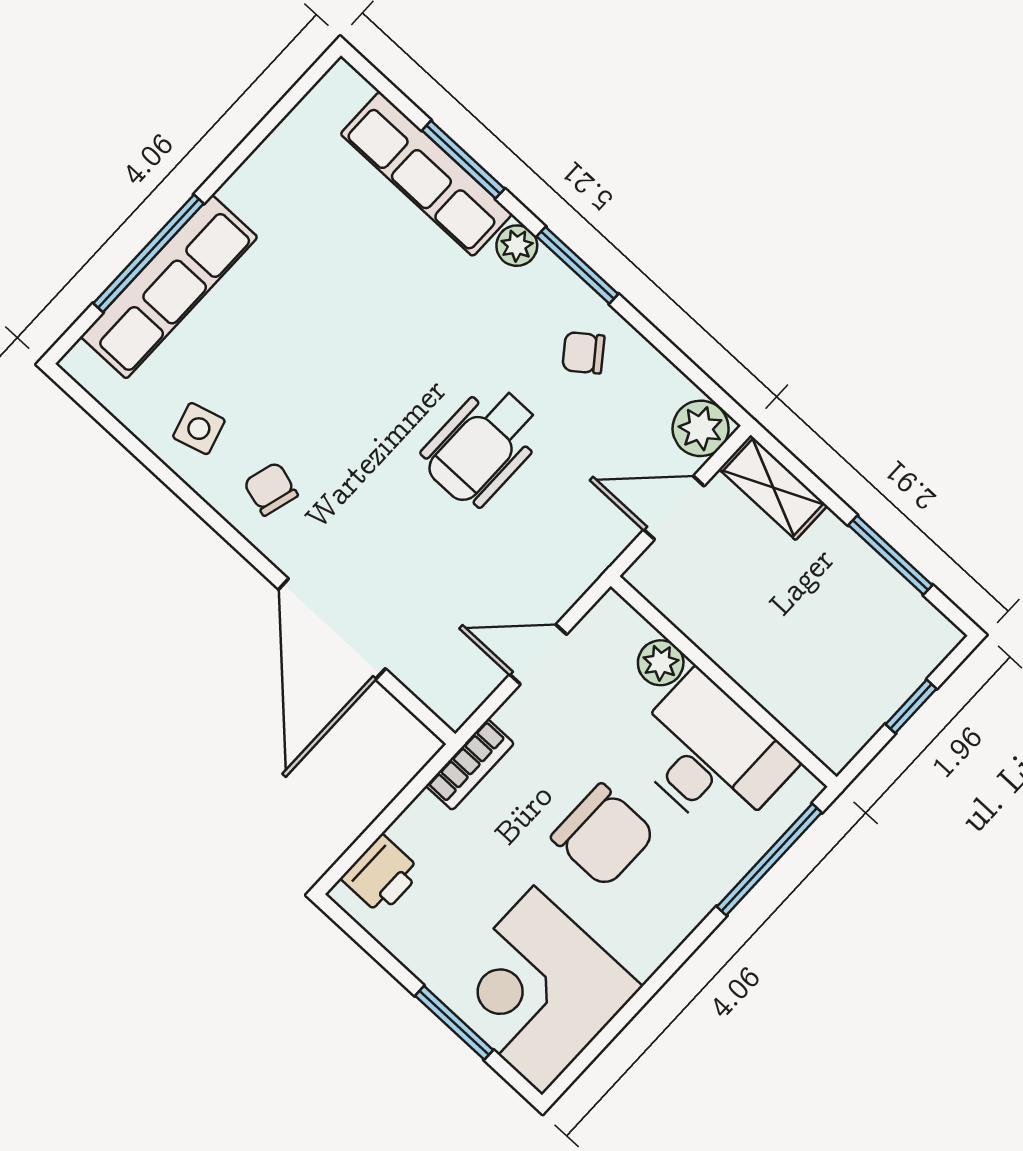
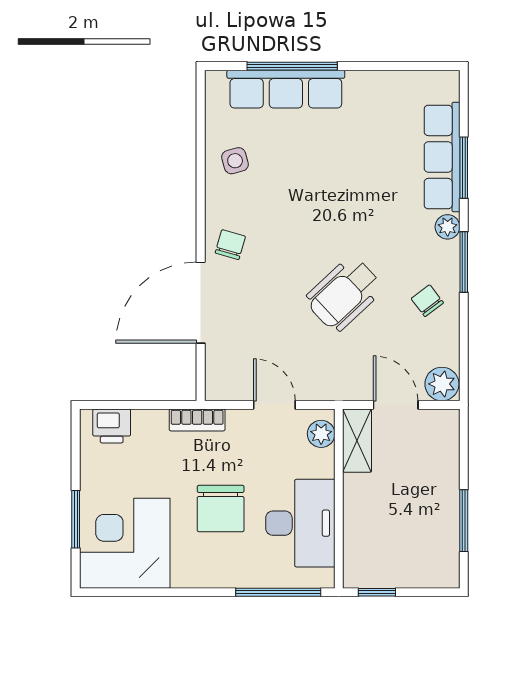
wheelchair: (482, 446) -> (344, 294), turned -43
shelving: (773, 487) -> (357, 441), moved
chair: (271, 489) -> (230, 245), moved
plant: (661, 663) -> (321, 434), moved
window: (911, 706) -> (377, 592), moved

